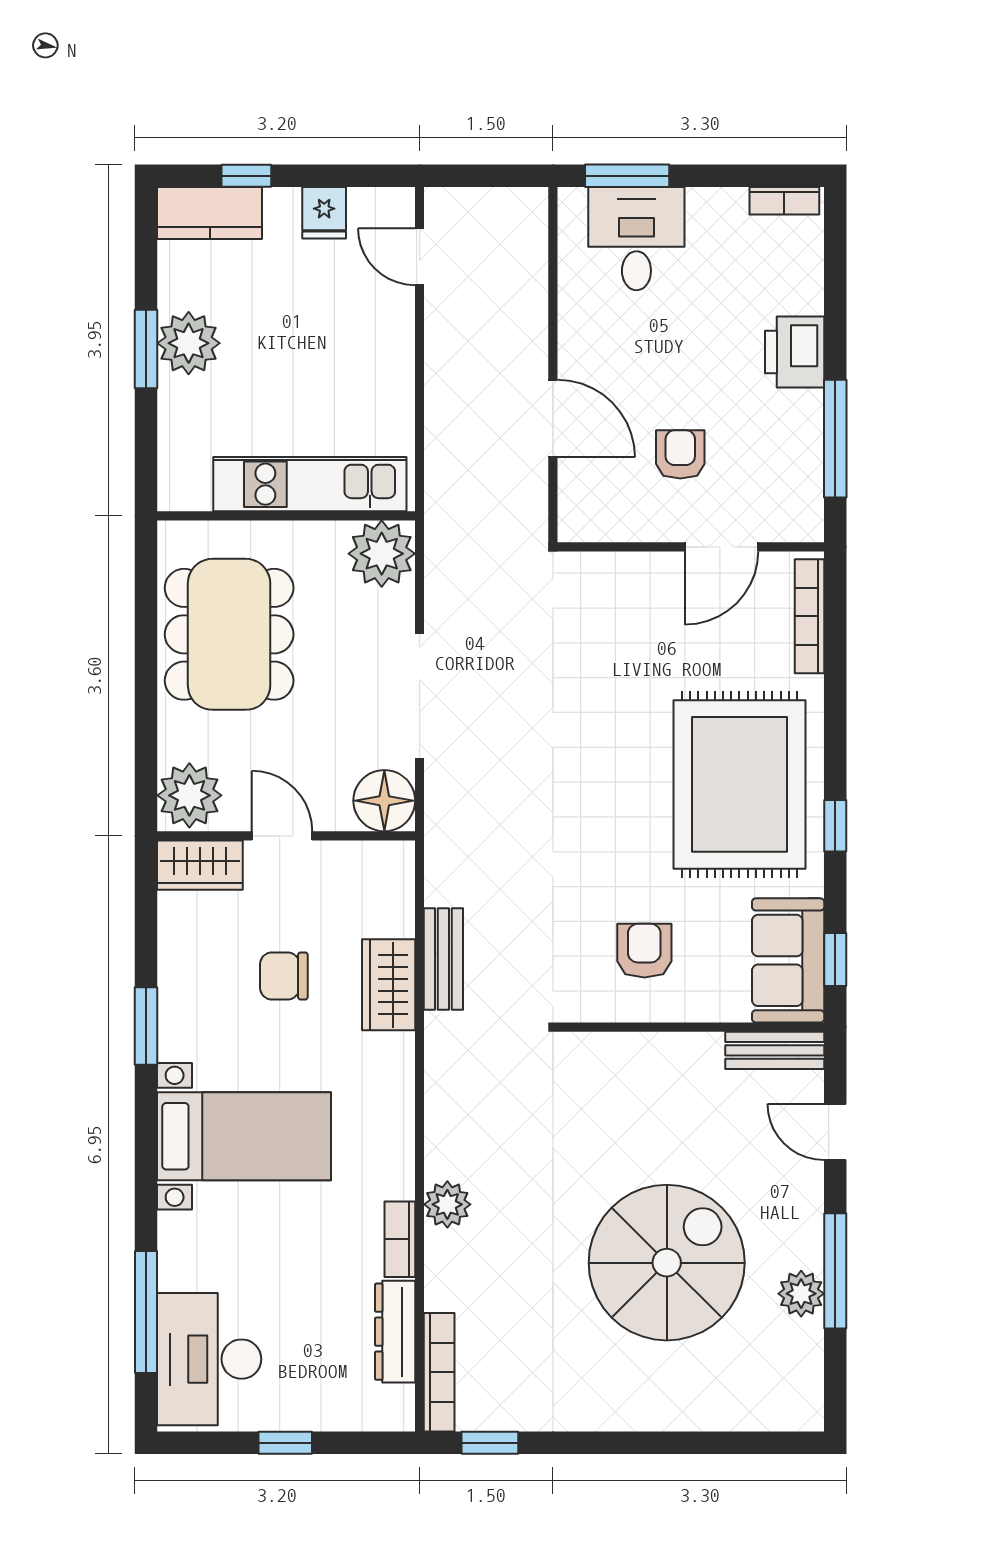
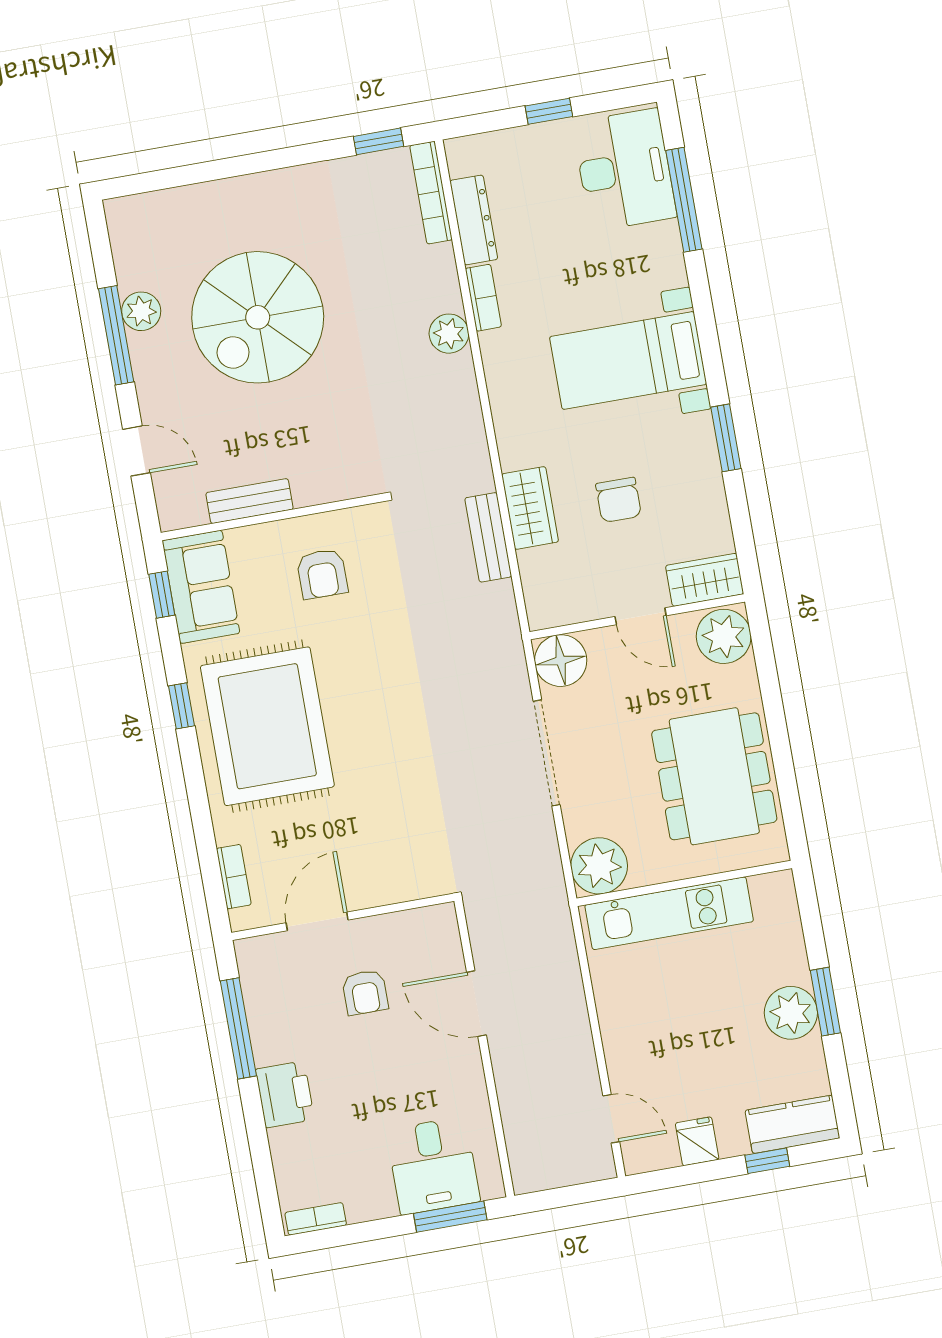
bookcase: (809, 616) -> (234, 877), width x0.64
chair: (284, 976) -> (619, 500), turned 90
bench: (775, 1050) -> (249, 501), moved

